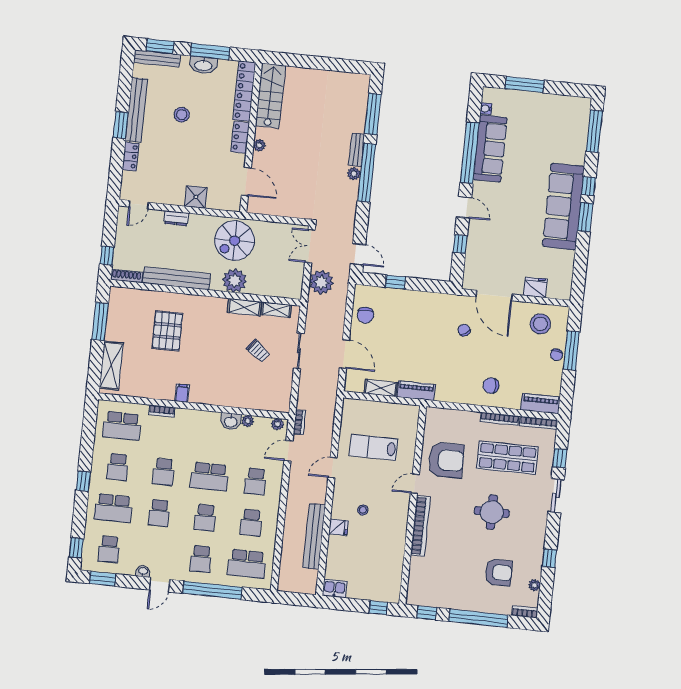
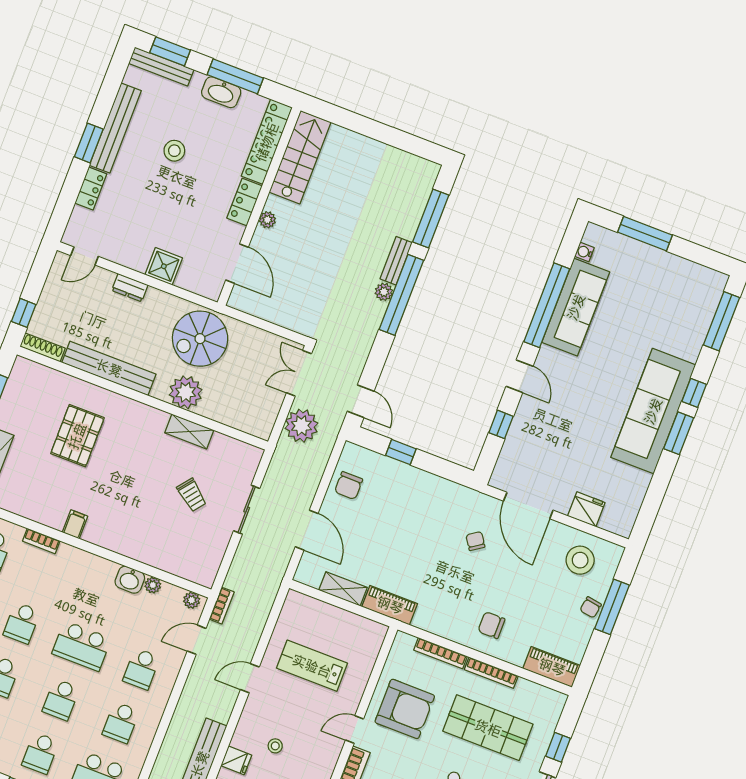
shelving: (276, 310) -> (231, 446), removed
bookcase: (538, 423) -> (440, 653), moved

